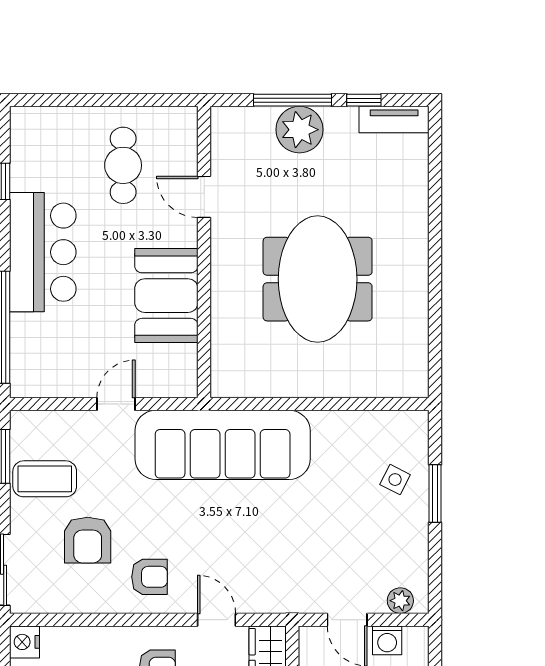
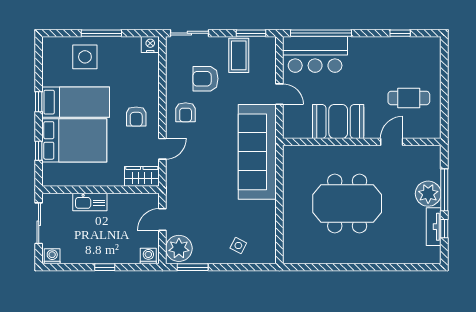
tv unit: (394, 119) -> (434, 227), moved
bar counter: (43, 252) -> (315, 54), moved
window: (435, 494) -> (193, 267), moved
plant: (400, 601) -> (179, 248), width x1.87, depth x1.87
washing machine: (387, 640) -> (148, 256), moved, turned 90

